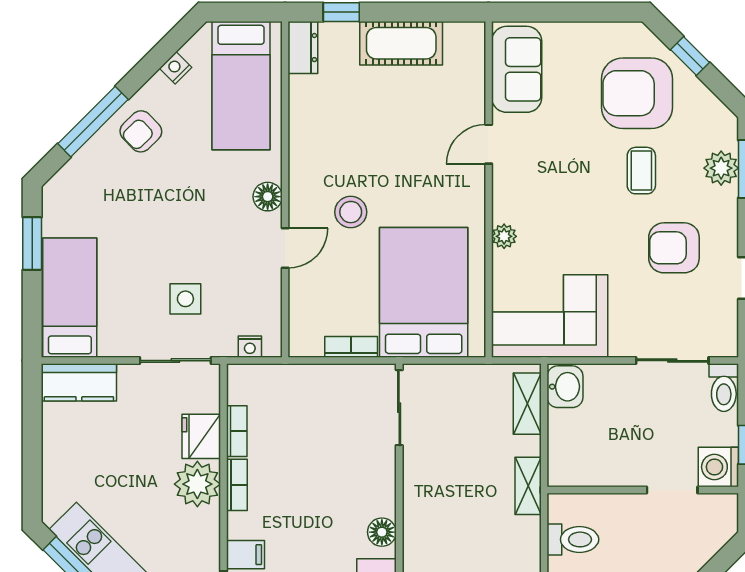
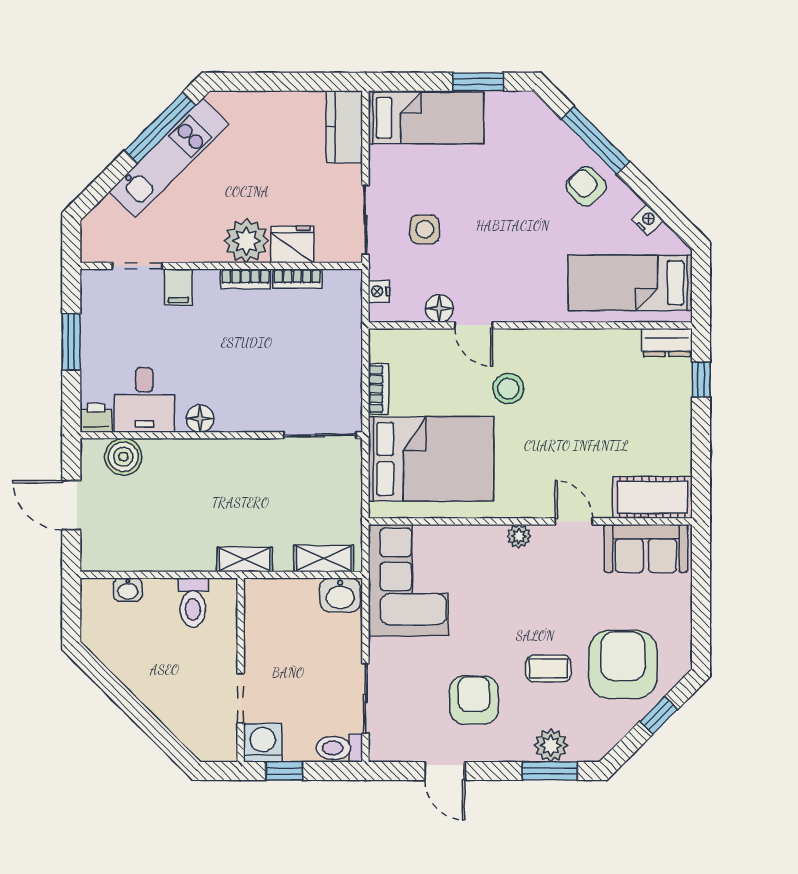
cot: (401, 43) -> (652, 497), moved, turned 90
floor lamp: (268, 197) -> (439, 309), moved
plant: (504, 236) -> (519, 536), moved

